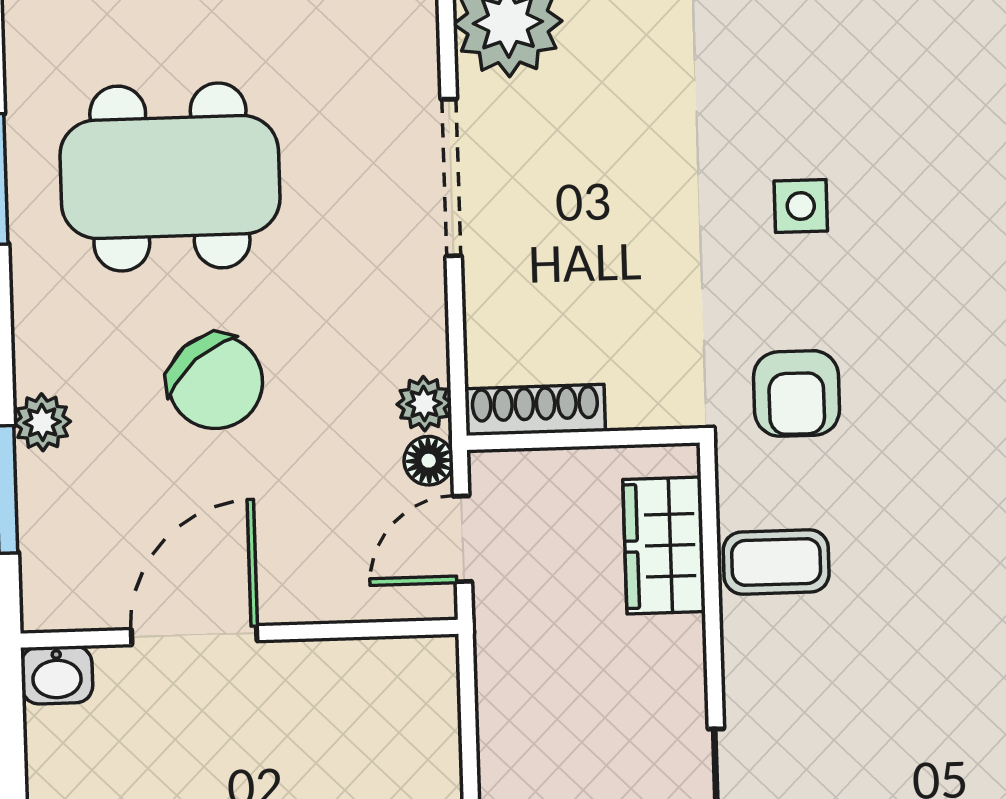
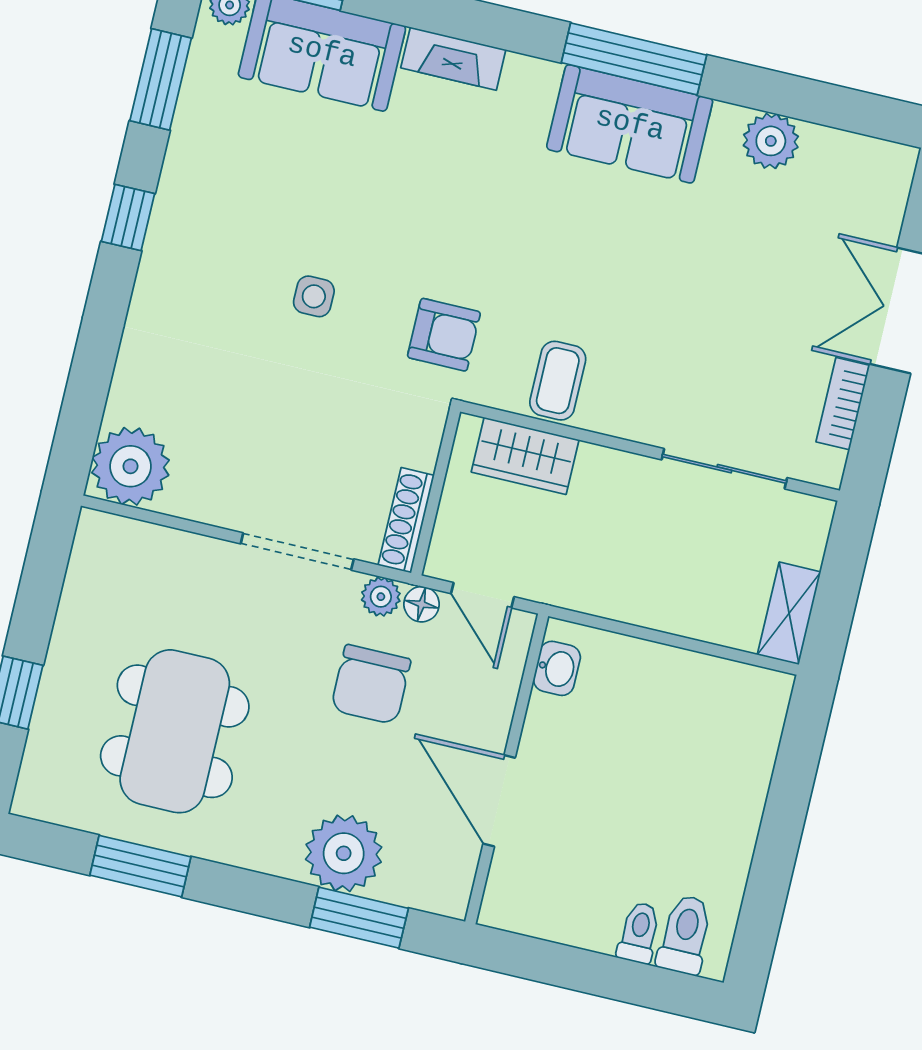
doorway: (451, 178) -> (297, 551), moved
chair: (215, 382) -> (371, 684), moved, turned 130
plant: (42, 422) -> (344, 853), width x1.88, depth x1.88
washbasin: (57, 675) -> (557, 668), moved

